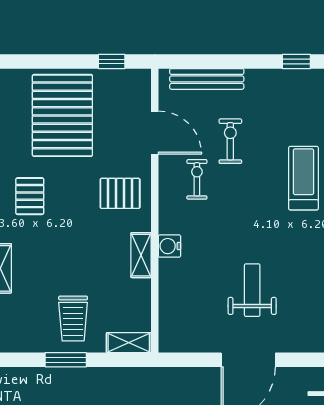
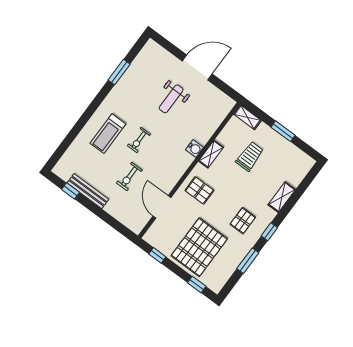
window: (28, 61) -> (197, 285), added
bench: (207, 79) -> (88, 191), moved
exercise bike: (197, 179) -> (139, 140), moved
trolley: (73, 319) -> (250, 156), moved

